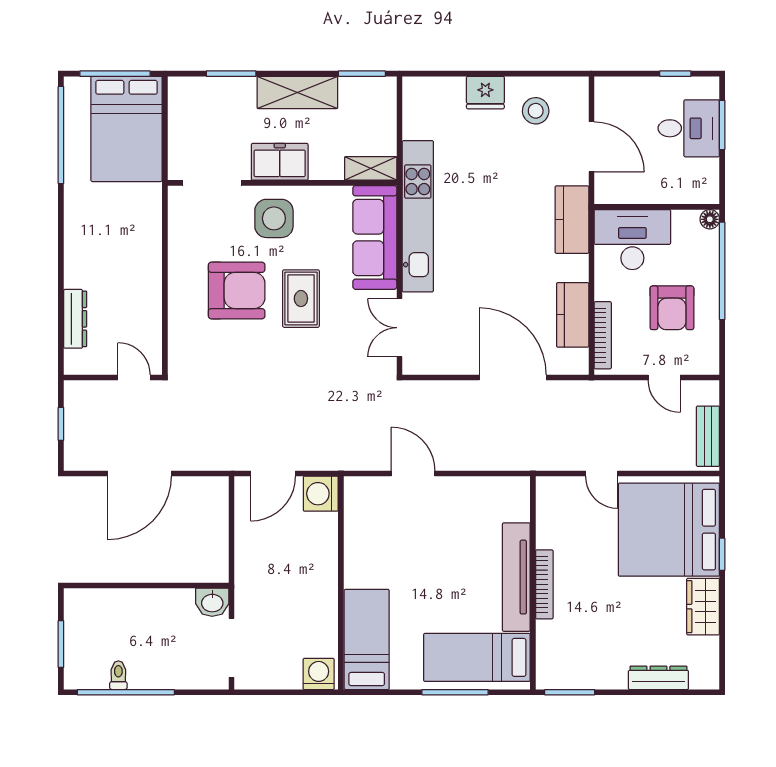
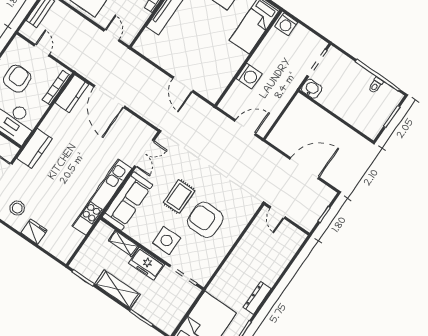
shelving: (371, 168) -> (124, 243), moved
kitchen counter: (573, 315) -> (72, 94), moved
dresser: (75, 319) -> (257, 298), moved
door: (602, 474) -> (112, 35), moved
washing machine: (321, 494) -> (249, 76), moved

